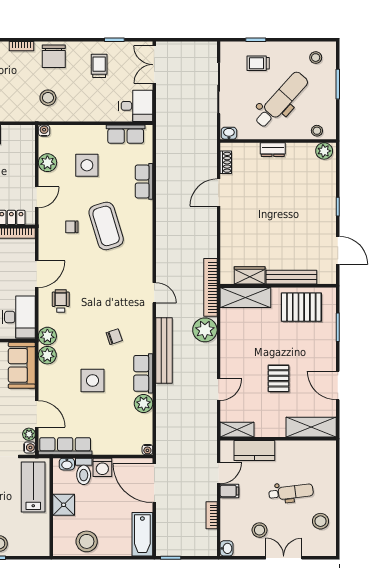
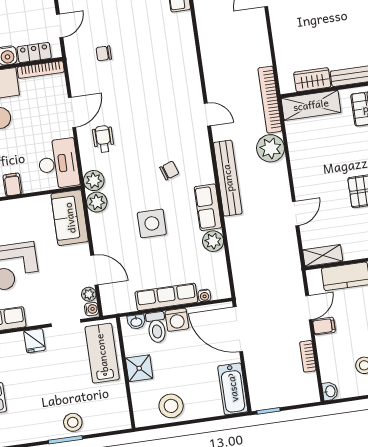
coffee table: (106, 226) -> (142, 47), removed
row of seats: (65, 446) -> (166, 297), moved
water cooler: (147, 450) -> (204, 295), moved

